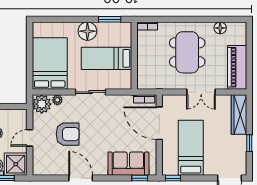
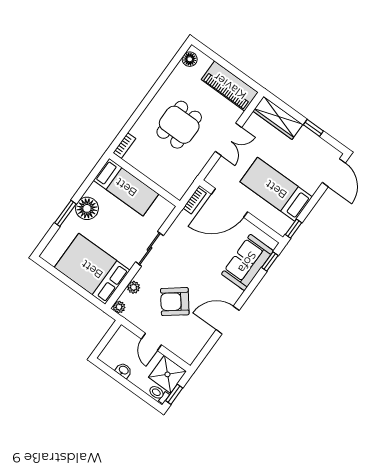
window: (110, 19) -> (65, 213), moved
floor lamp: (220, 28) -> (190, 59), moved
dining table: (187, 52) -> (179, 125), width x0.73
bed: (106, 58) -> (126, 187), moved, turned -90
plant: (42, 104) -> (119, 307), width x0.53, depth x0.53
armchair: (68, 134) -> (175, 302), turned -128

